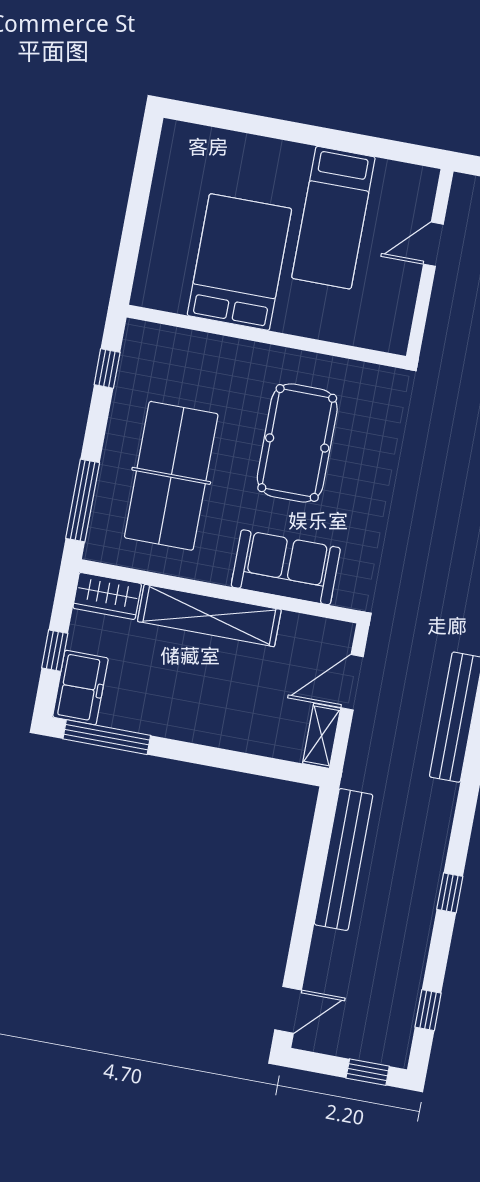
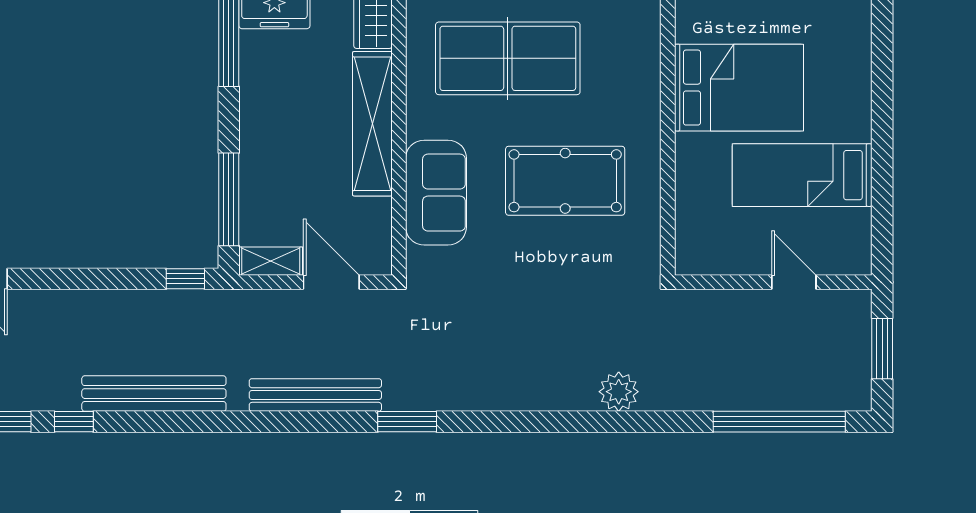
window: (256, 765) -> (229, 199), added
window: (323, 820) -> (185, 279), added
bench: (344, 860) -> (154, 394), moved
window: (450, 893) -> (74, 422), moved

